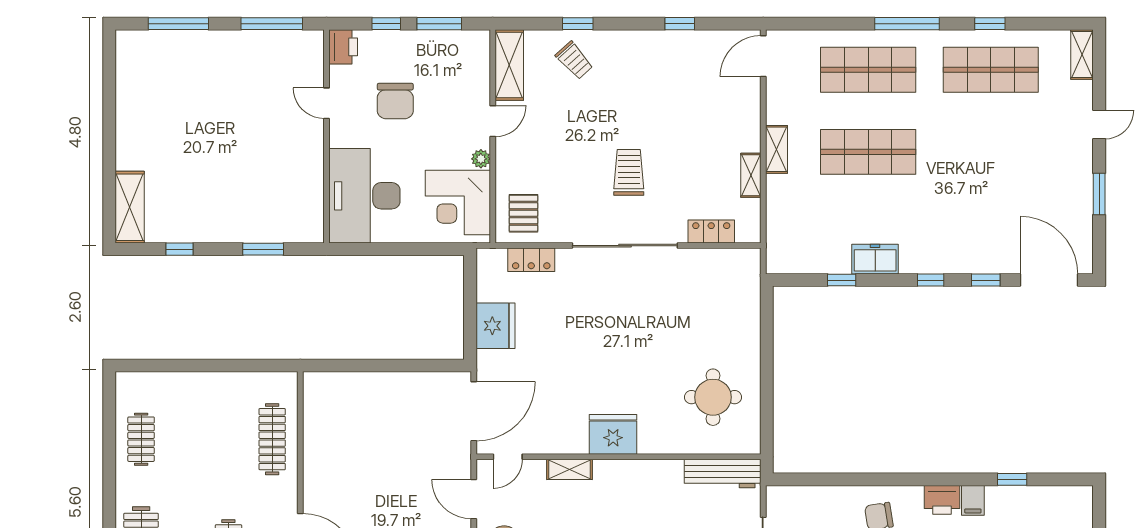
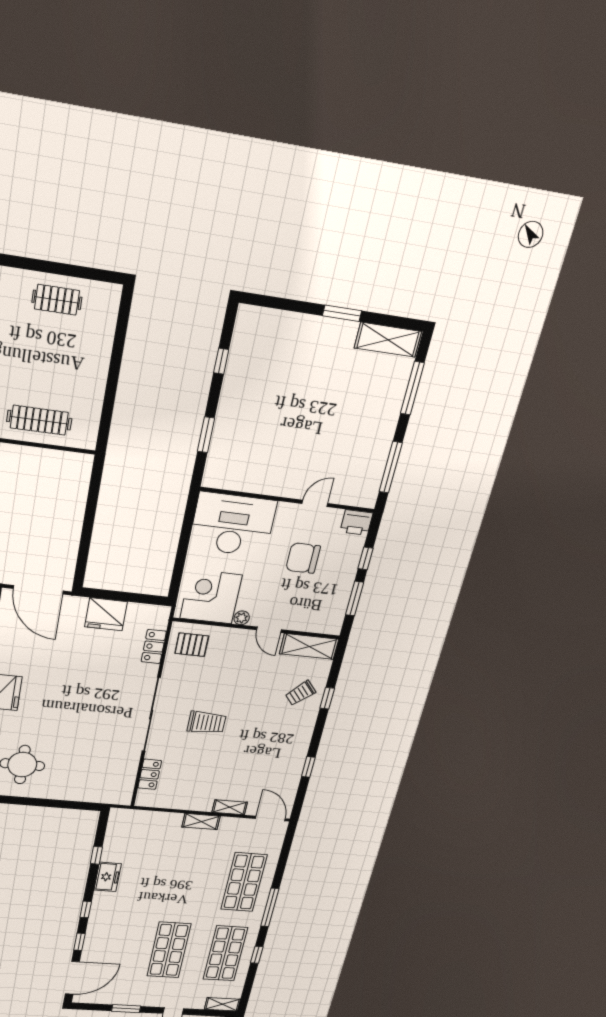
window: (109, 126) -> (342, 313), added
shop shelf: (868, 152) -> (169, 950), moved
shelving: (751, 175) -> (230, 807), moved
shelving: (130, 207) -> (388, 340), moved

